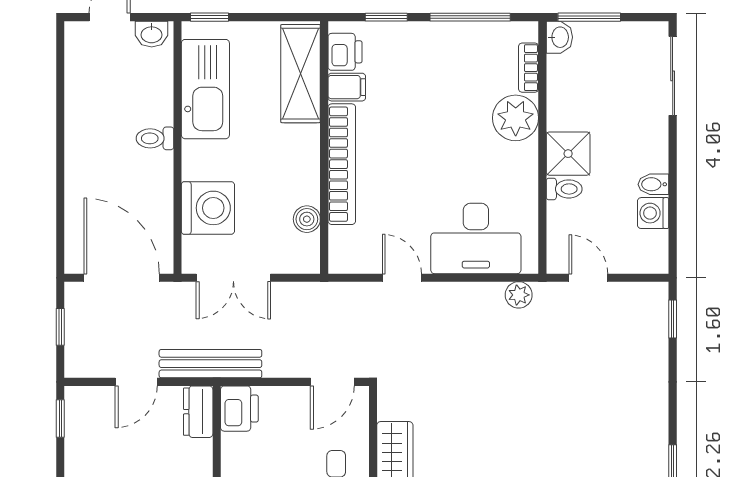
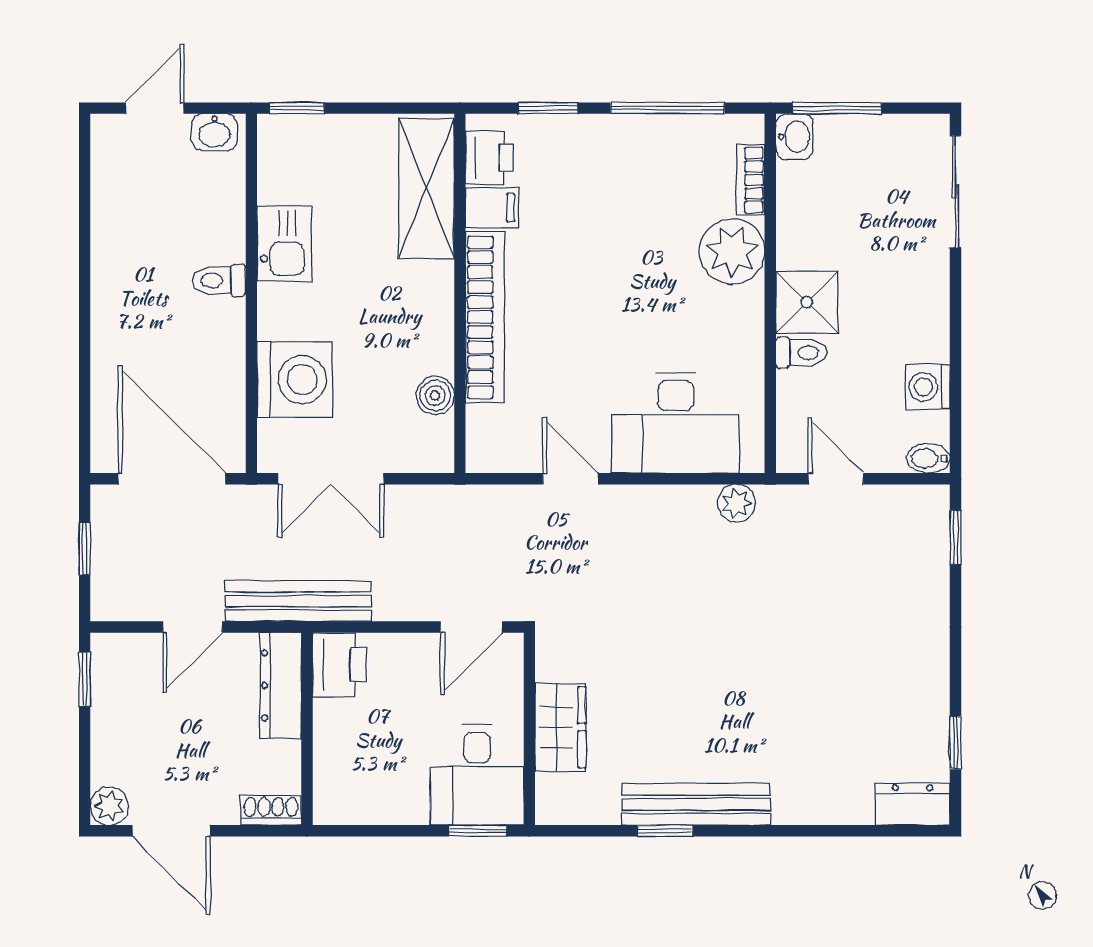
kitchen sink: (205, 89) -> (284, 243), width x0.53, depth x0.81
bidet: (653, 184) -> (928, 458), moved
dresser: (198, 412) -> (281, 685), width x1.44

